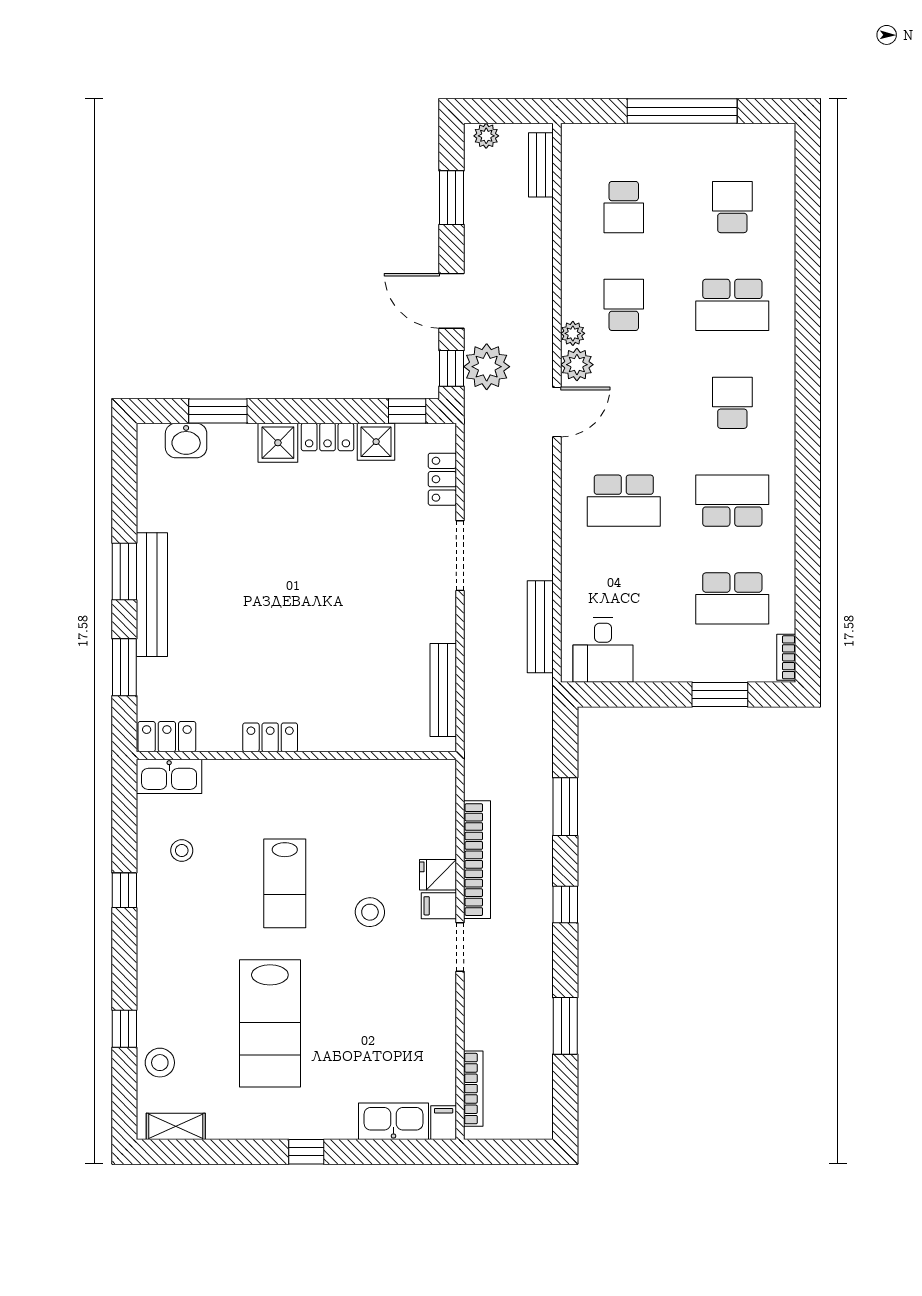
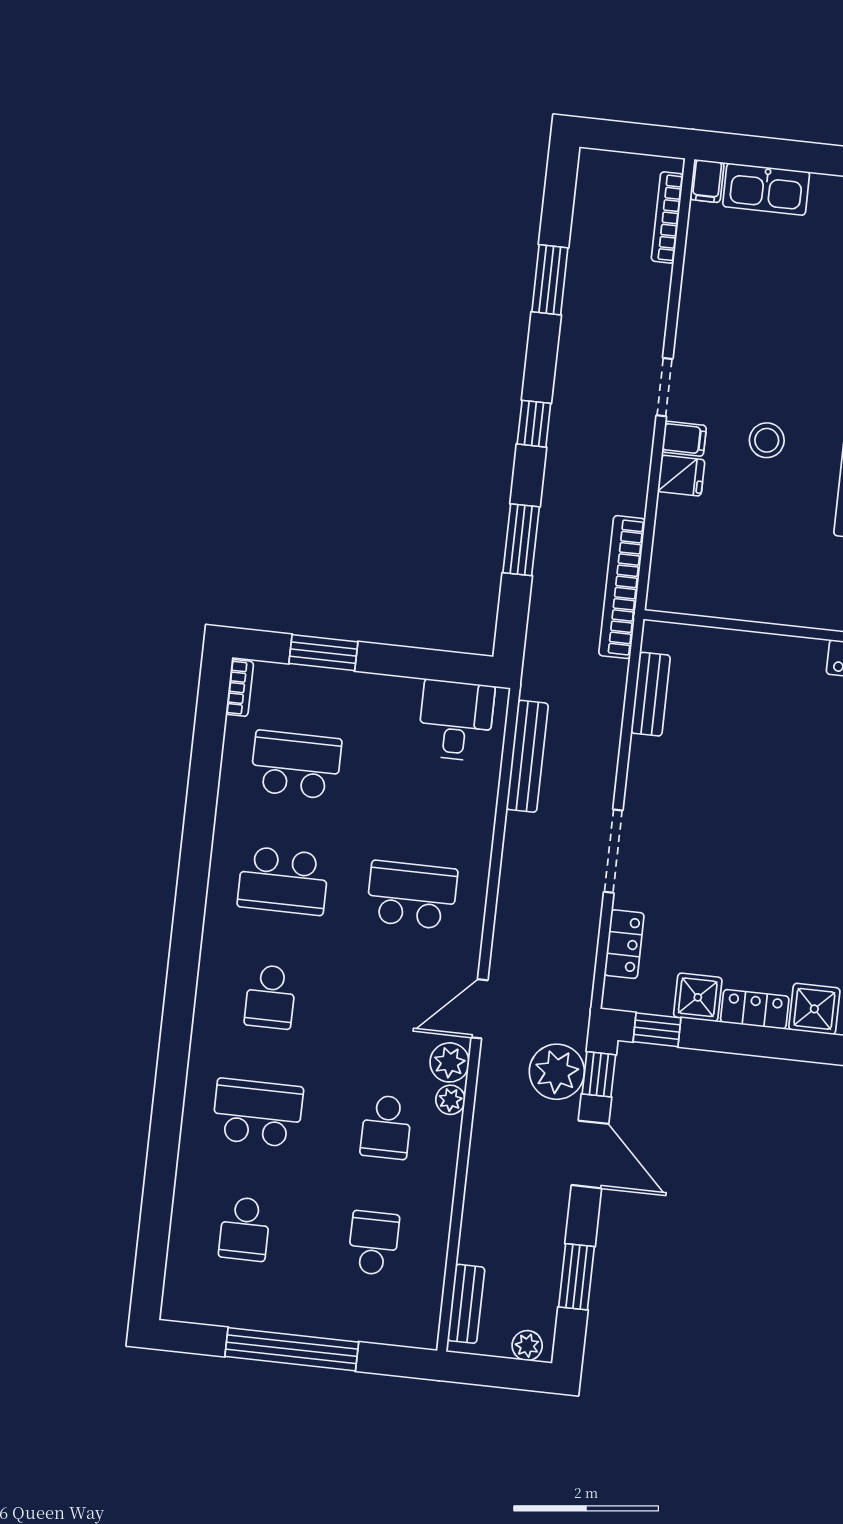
bench: (443, 690) -> (651, 694), width x0.73
bookcase: (477, 860) -> (622, 587), moved

